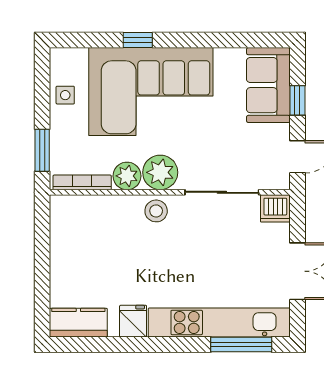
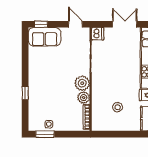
corner sofa: (151, 92) -> (47, 87), removed
window: (297, 100) -> (41, 24), moved
window: (42, 150) -> (45, 134), moved
stool: (156, 211) -> (118, 107), moved

